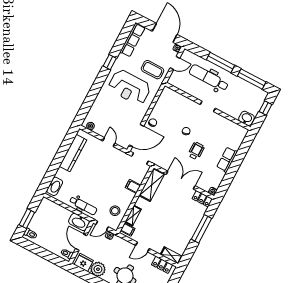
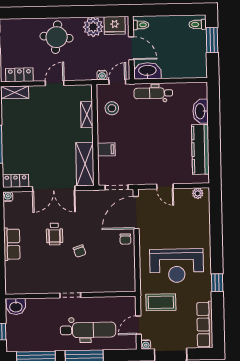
reception desk: (129, 87) -> (177, 266), turned 180
washbasin: (55, 186) -> (200, 111), moved
filing cabinet: (128, 230) -> (84, 94), removed

